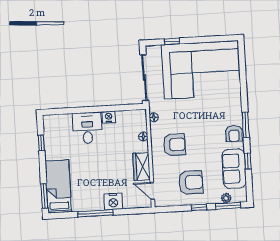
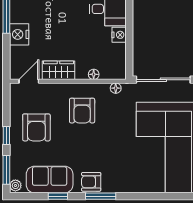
plant: (226, 198) -> (15, 185), moved

